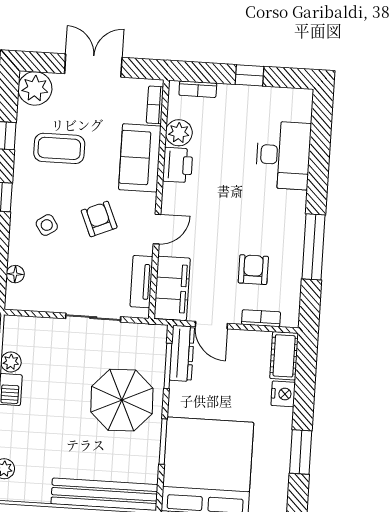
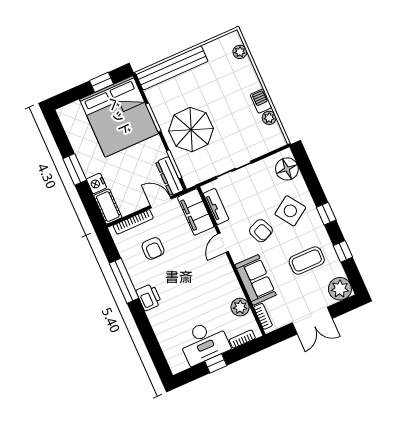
desk: (283, 155) -> (204, 342), moved, turned -90
printer: (178, 165) -> (149, 297), moved, turned 180
side table: (47, 225) -> (290, 211), width x1.87, depth x1.87
floor lamp: (15, 274) -> (287, 169), width x1.89, depth x1.89
bookcase: (261, 318) -> (133, 222), width x1.56
window: (301, 452) -> (75, 169), moved

